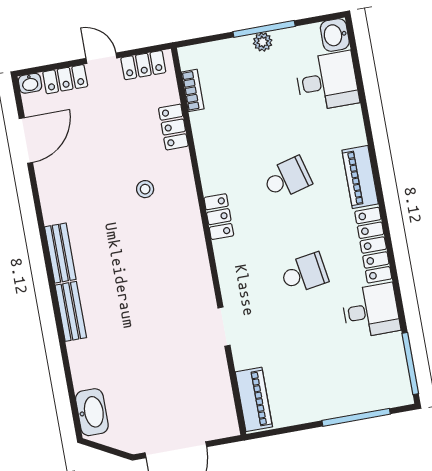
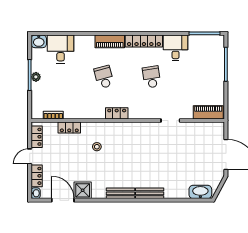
shower: (53, 176) -> (83, 190), added

